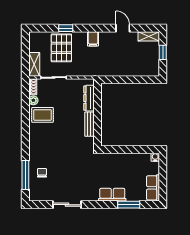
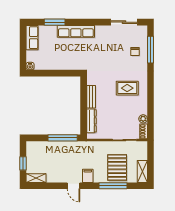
window: (66, 28) -> (113, 186), width x2.17
door: (123, 28) -> (74, 186), moved
shelving: (34, 64) -> (142, 171), moved
window: (120, 80) -> (63, 138), added
rug: (43, 115) -> (127, 88), moved
row of seats: (112, 195) -> (76, 31), width x1.48
sliding door: (67, 205) -> (124, 22), moved

